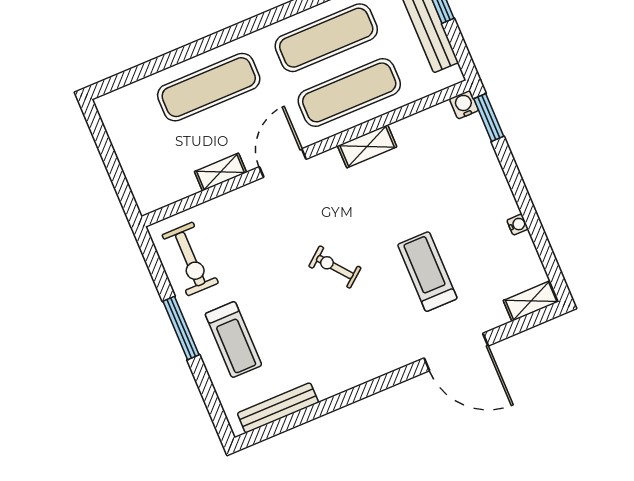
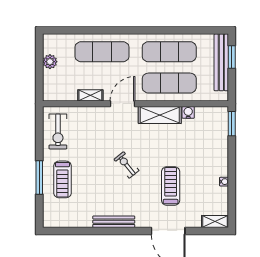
water cooler: (464, 105) -> (188, 112), moved
plant: (125, 143) -> (50, 62), added
shelving: (367, 146) -> (160, 115), width x1.50, depth x1.33
window: (181, 328) -> (39, 177), moved
bench: (278, 408) -> (114, 222), moved

